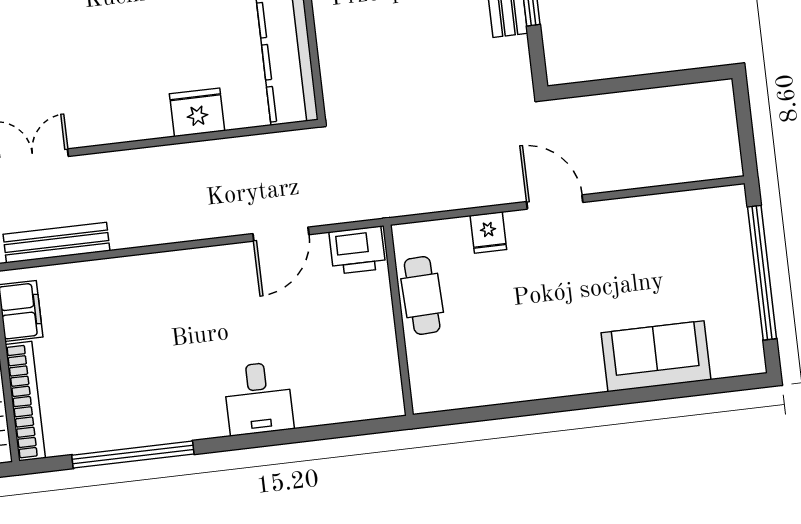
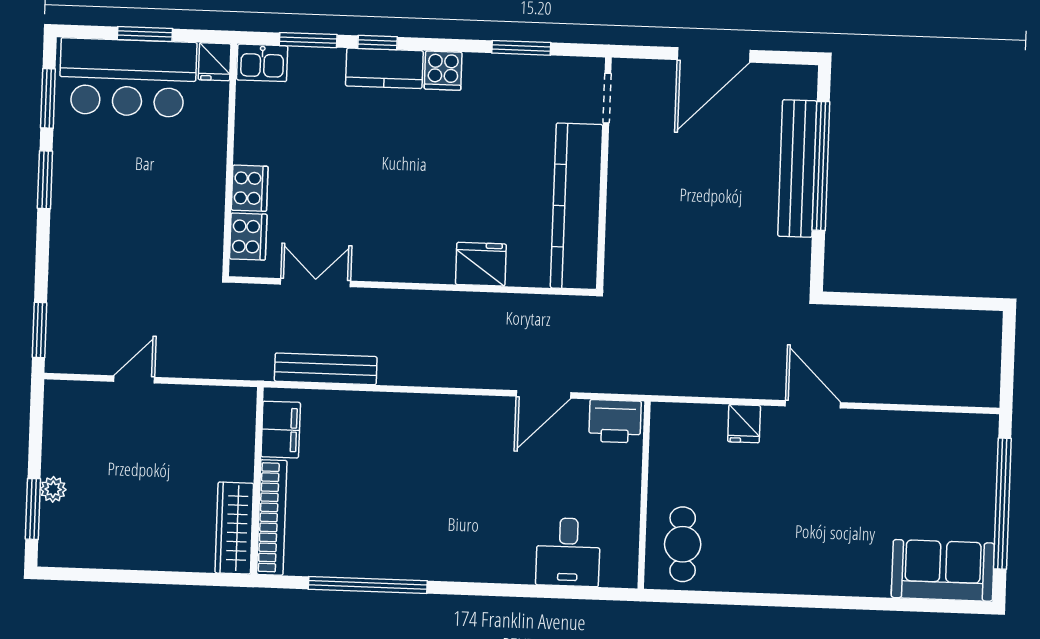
cafe table: (422, 295) -> (683, 544), moved
sofa: (656, 356) -> (943, 570), moved
desk: (258, 398) -> (568, 552), moved

